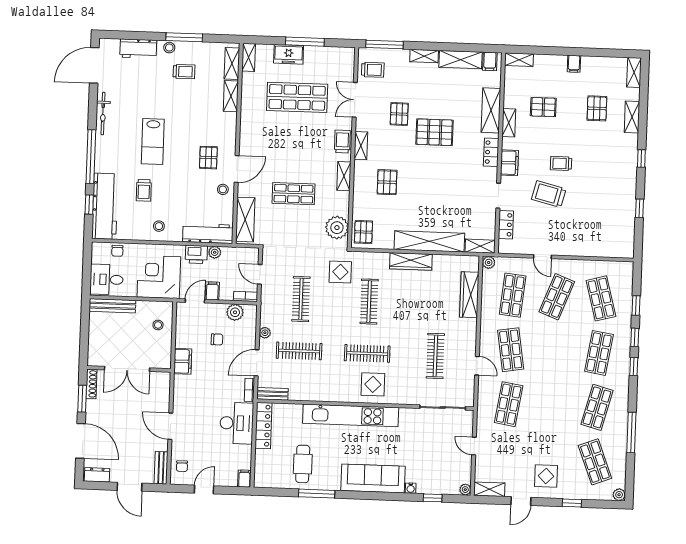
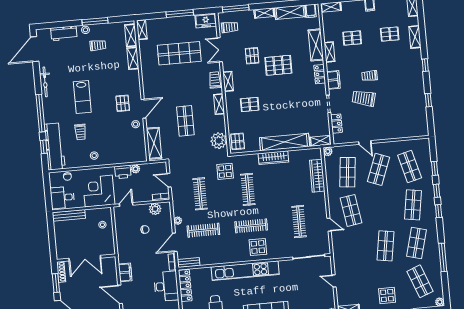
freezer: (289, 54) -> (206, 21), moved
pallet: (597, 108) -> (390, 34), turned 90
pallet: (387, 182) -> (250, 104), turned 90
shop shelf: (294, 194) -> (185, 121), turned 90
workbench: (208, 233) -> (129, 156), removed
filing cabinet: (212, 291) -> (137, 196), removed
filing cabinet: (183, 361) -> (125, 272), moved
shop shelf: (509, 404) -> (386, 246), moved

